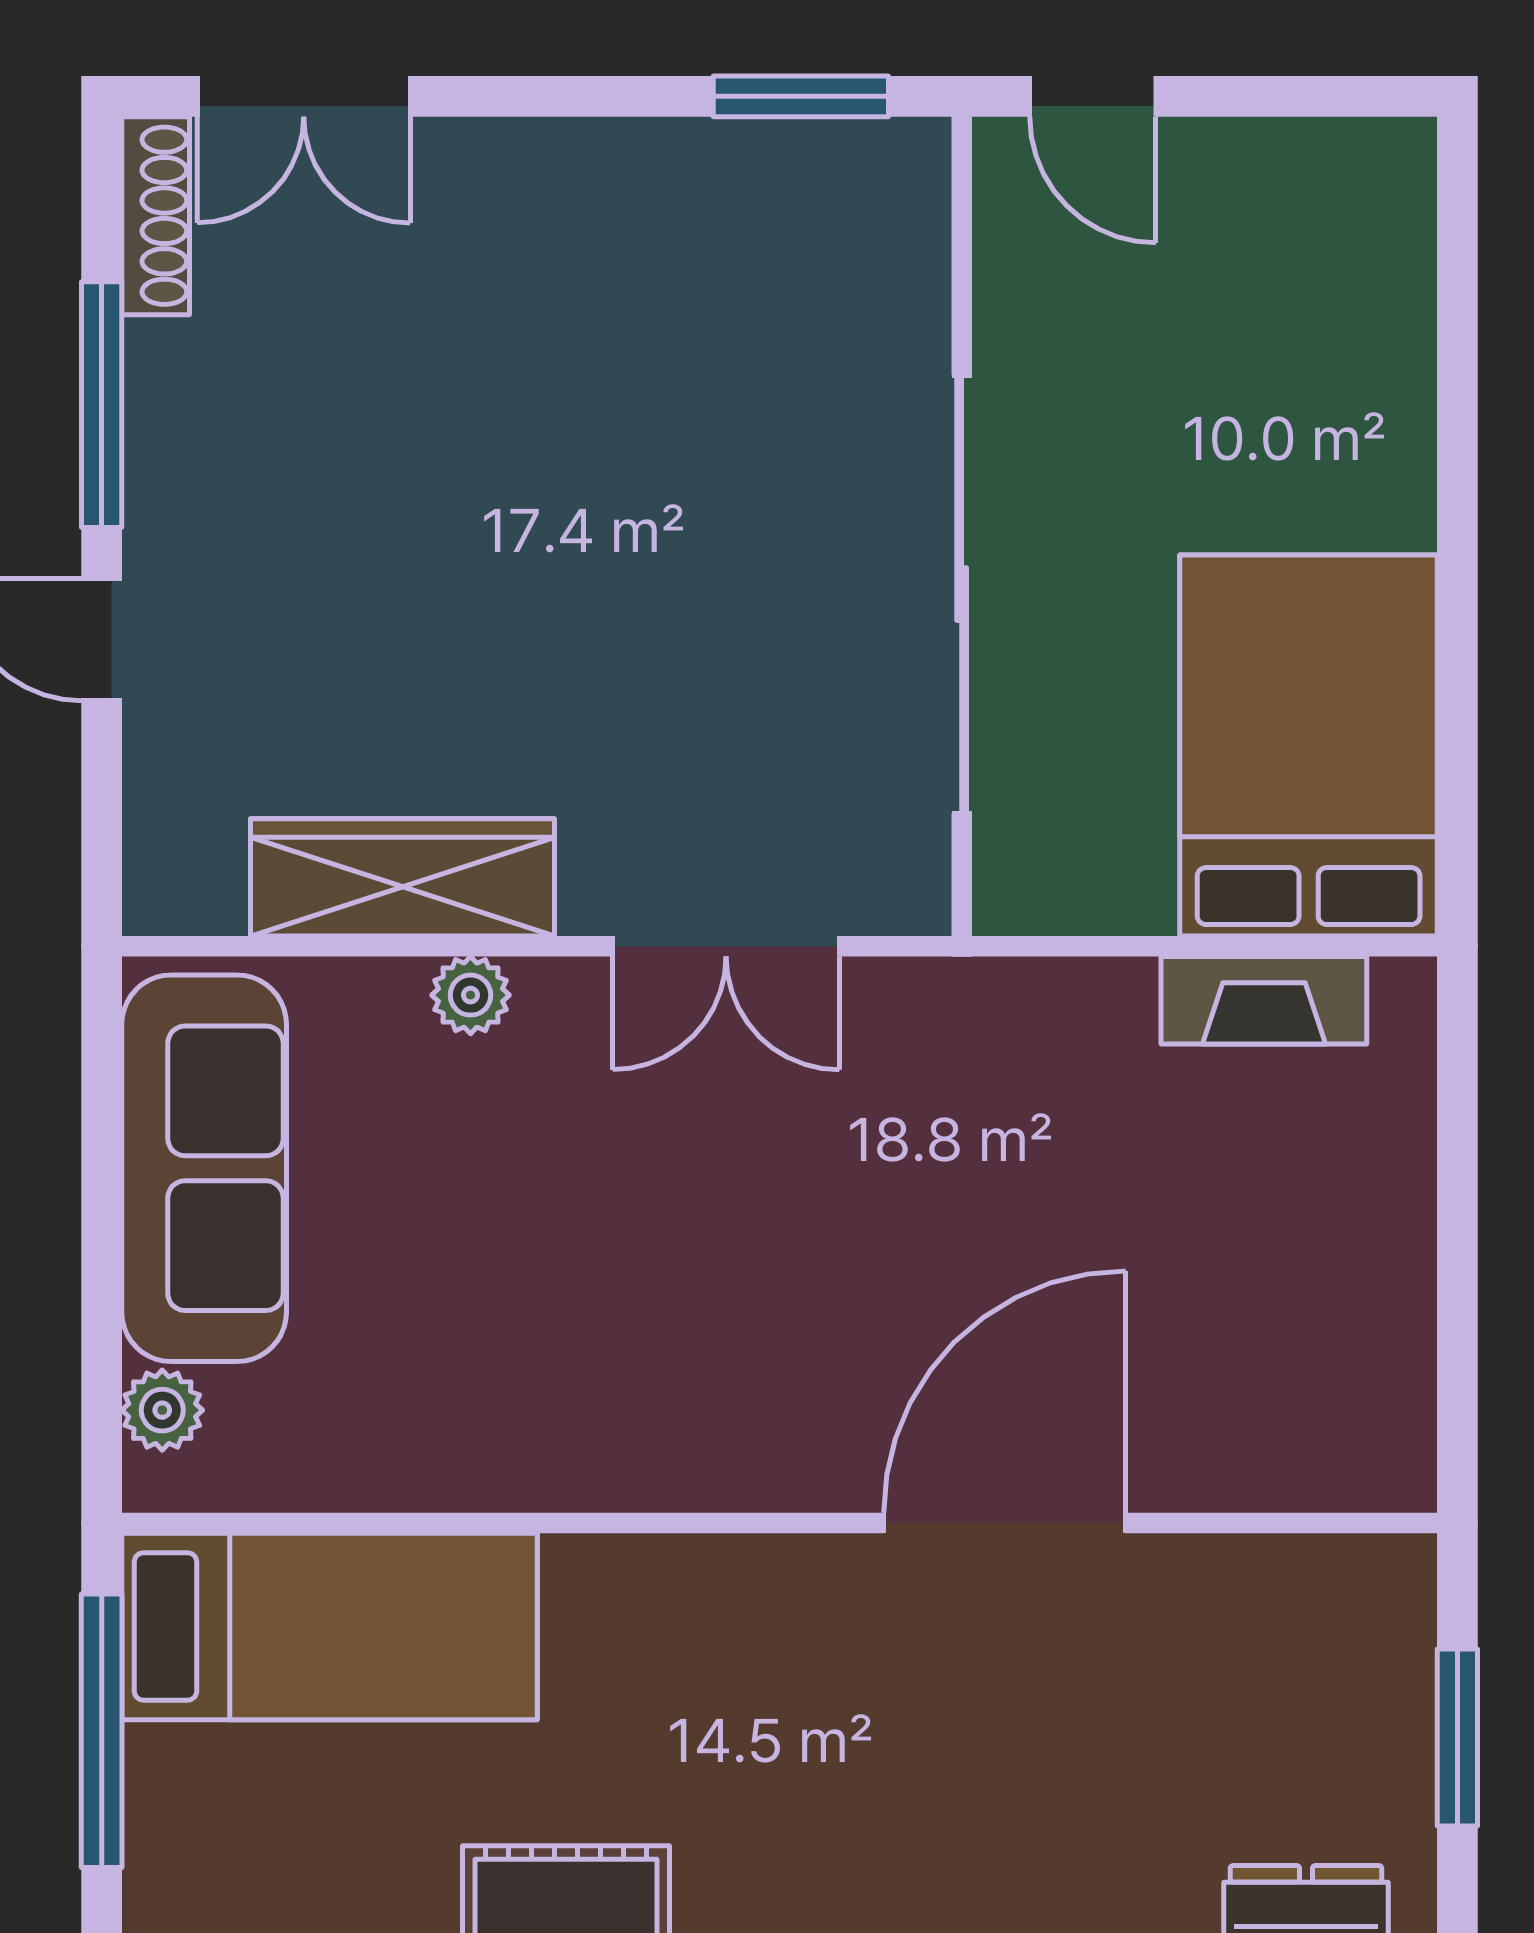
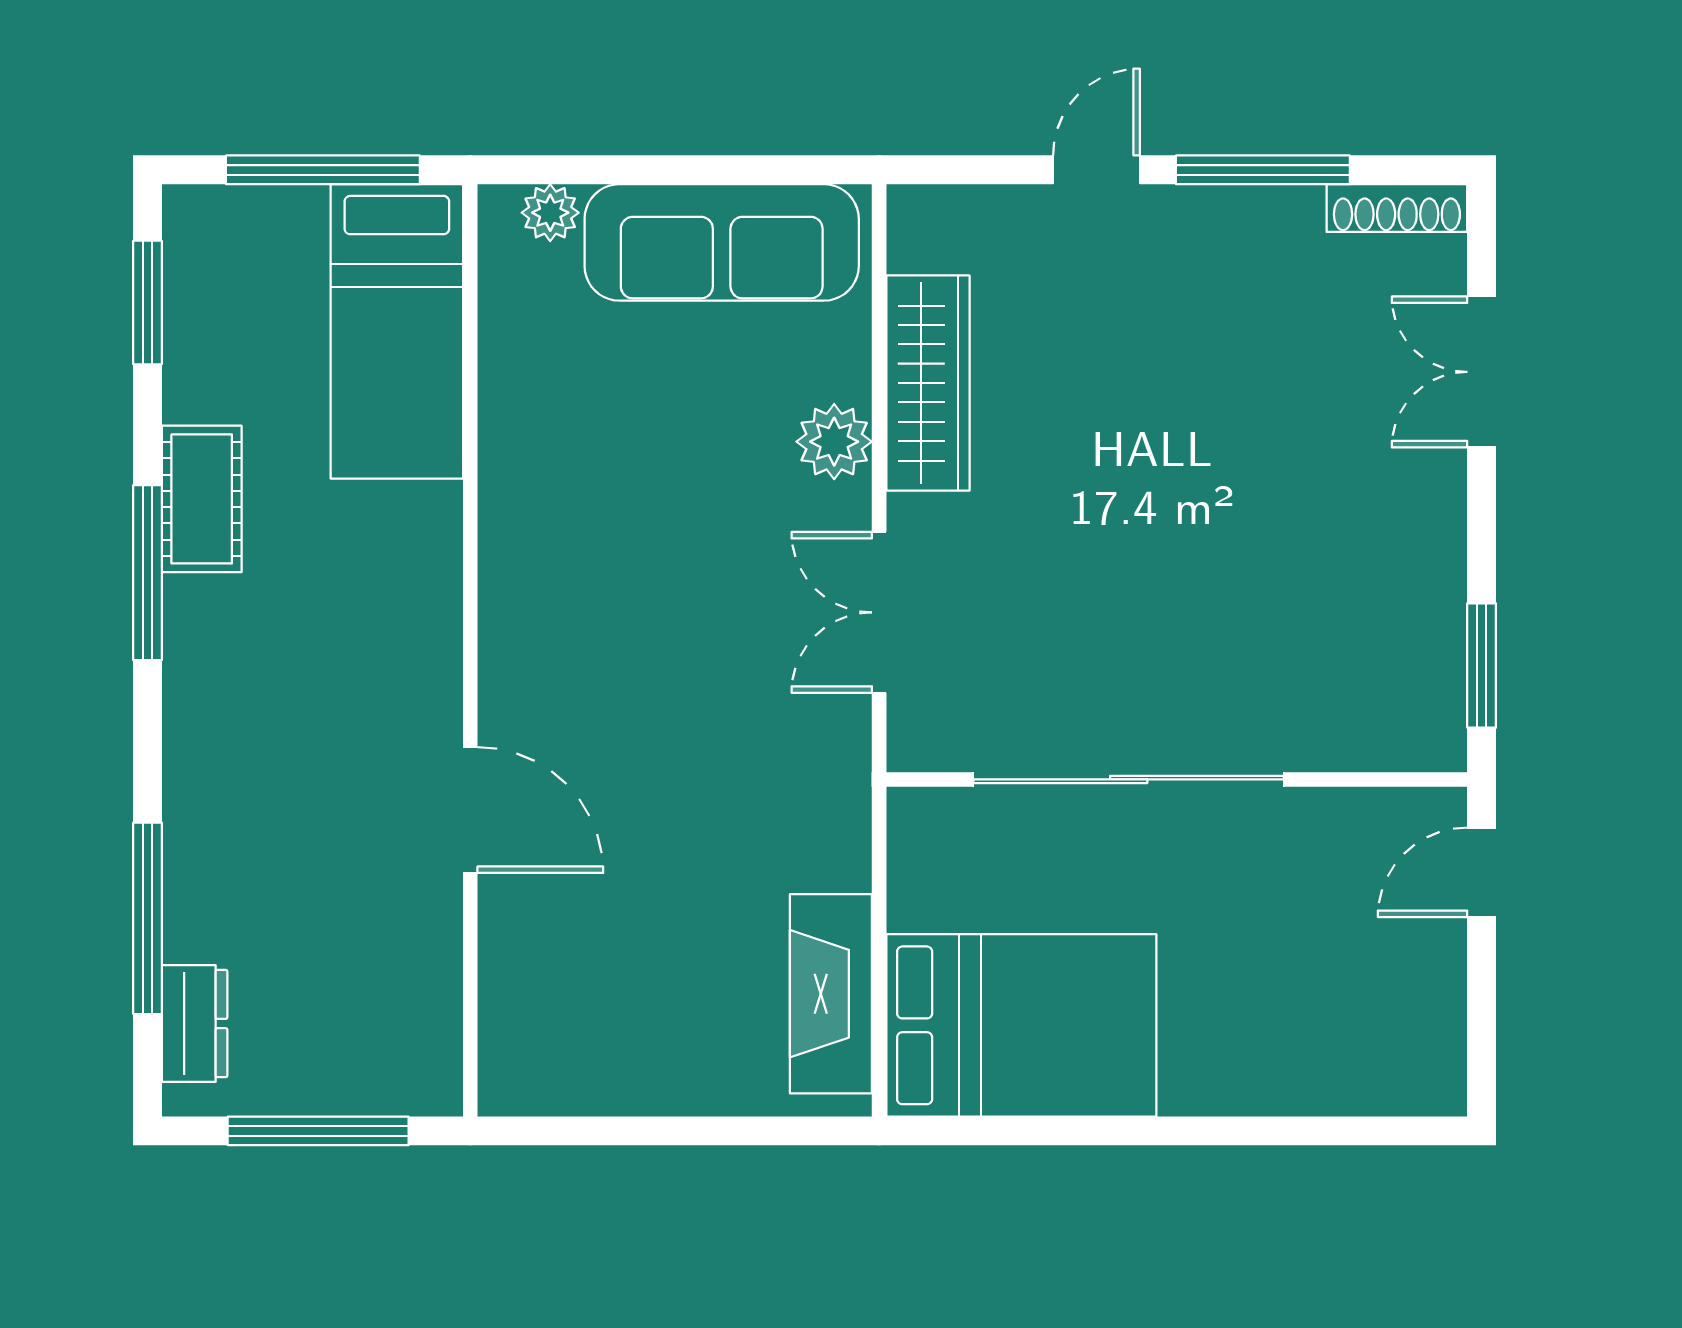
double door: (304, 96) -> (1482, 372), moved
plant: (471, 995) -> (834, 442), width x1.38, depth x1.38
fireplace: (1264, 1000) -> (831, 994), width x1.37, depth x1.32
door: (1005, 1523) -> (470, 810), width x0.73
window: (1457, 1738) -> (318, 1131), width x1.44

